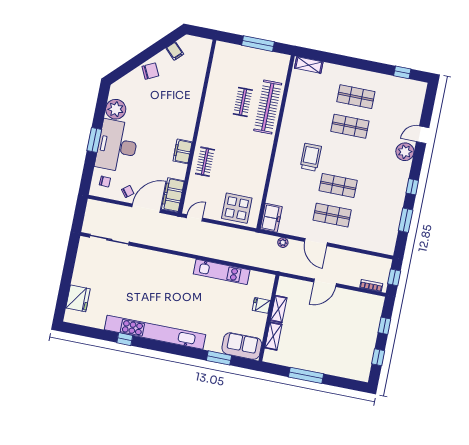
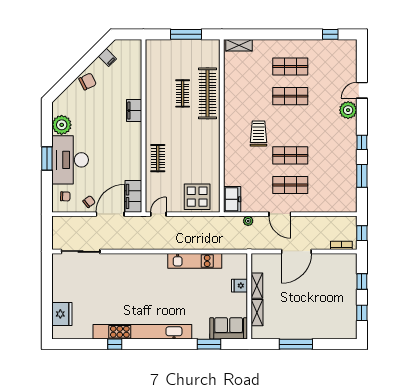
filing cabinet: (183, 151) -> (134, 111), moved
door: (325, 283) -> (296, 251), width x1.36

